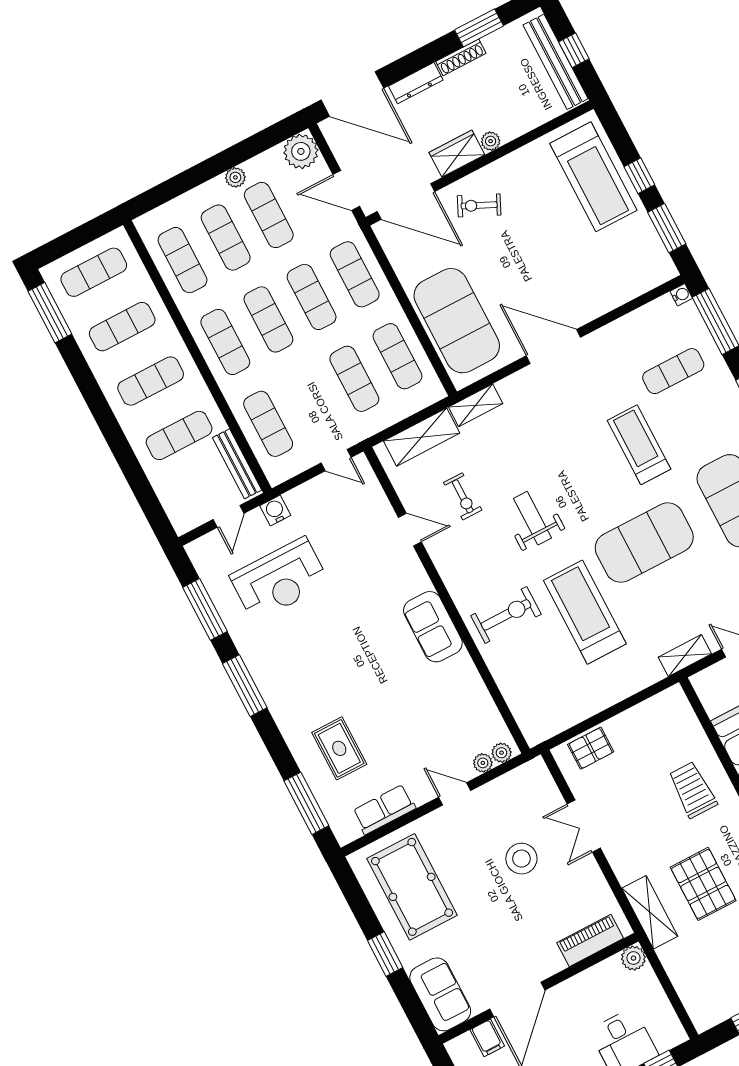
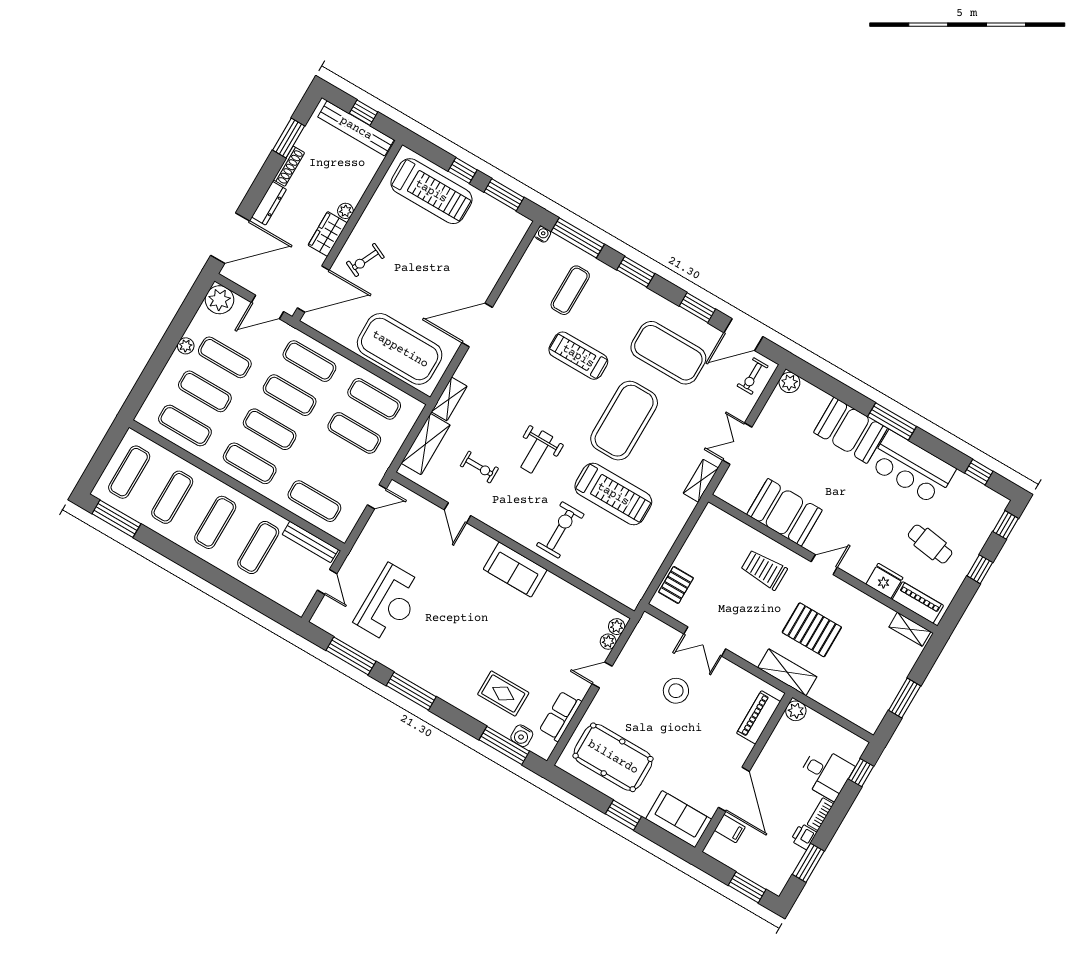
water cooler: (275, 510) -> (522, 736), moved, turned -90
weight bench: (532, 518) -> (537, 452), turned -90
door: (410, 530) -> (457, 513), swing flipped
treadmill: (585, 612) -> (613, 494), turned 180

